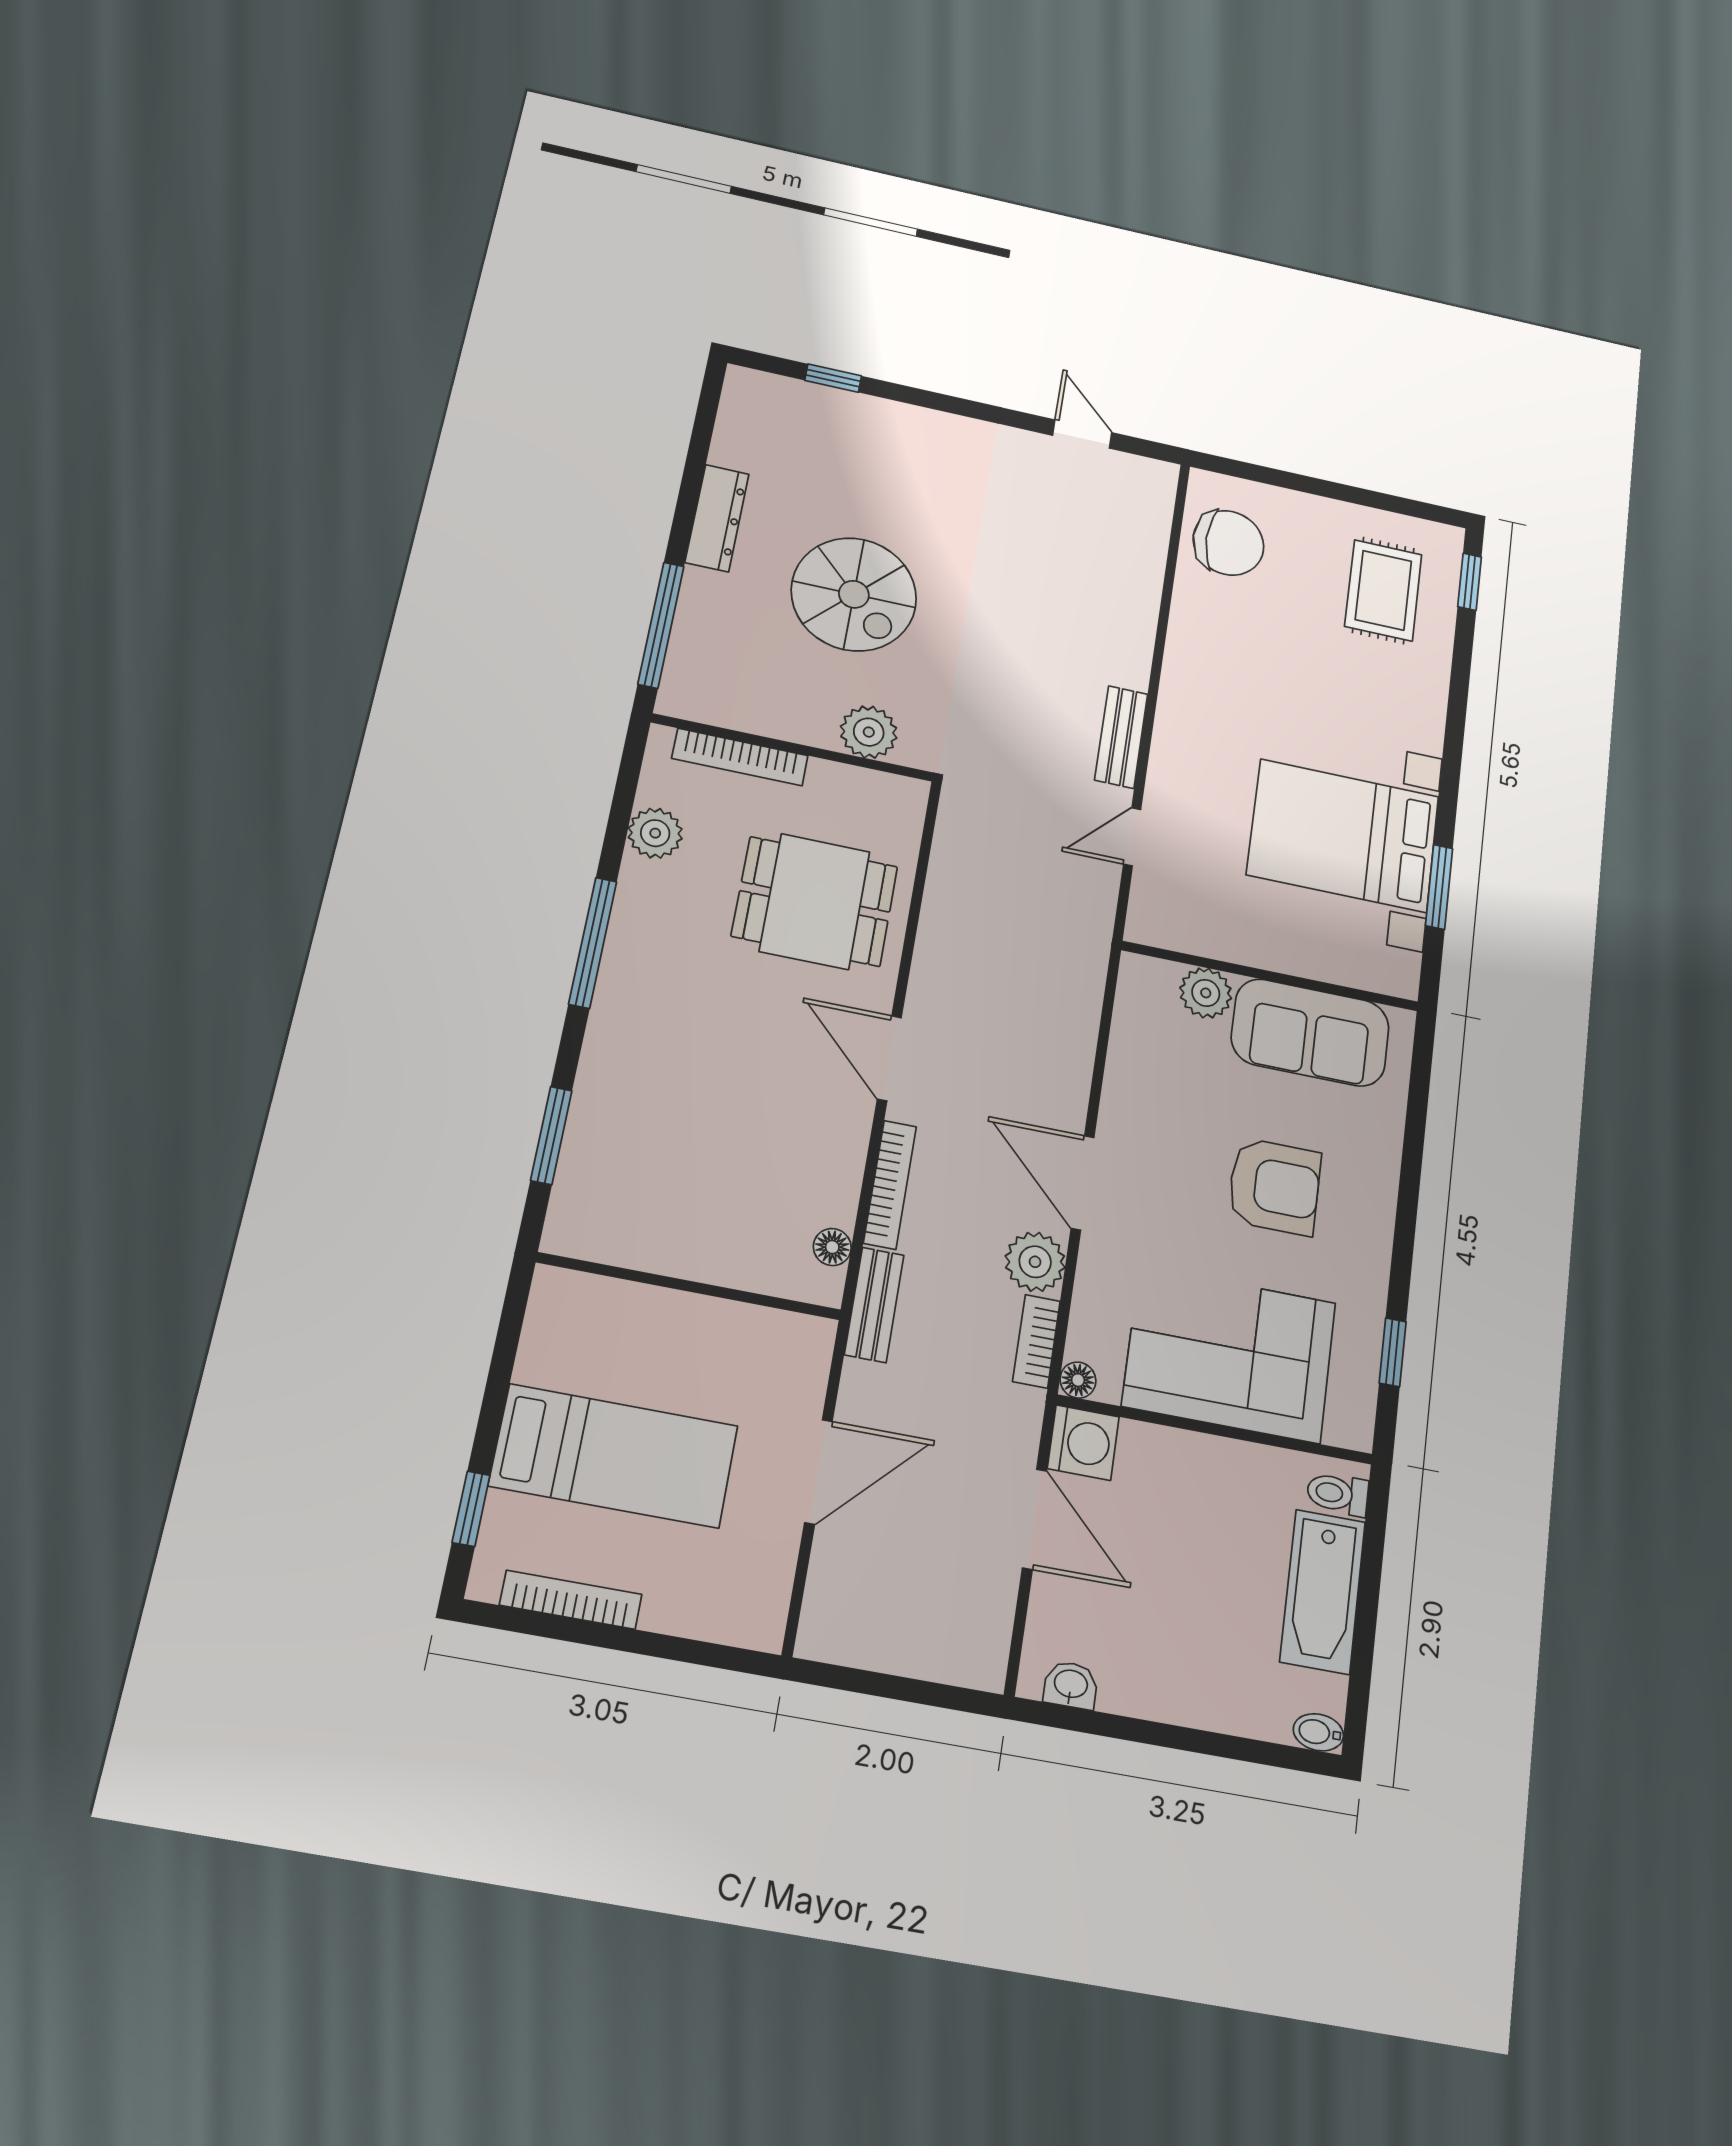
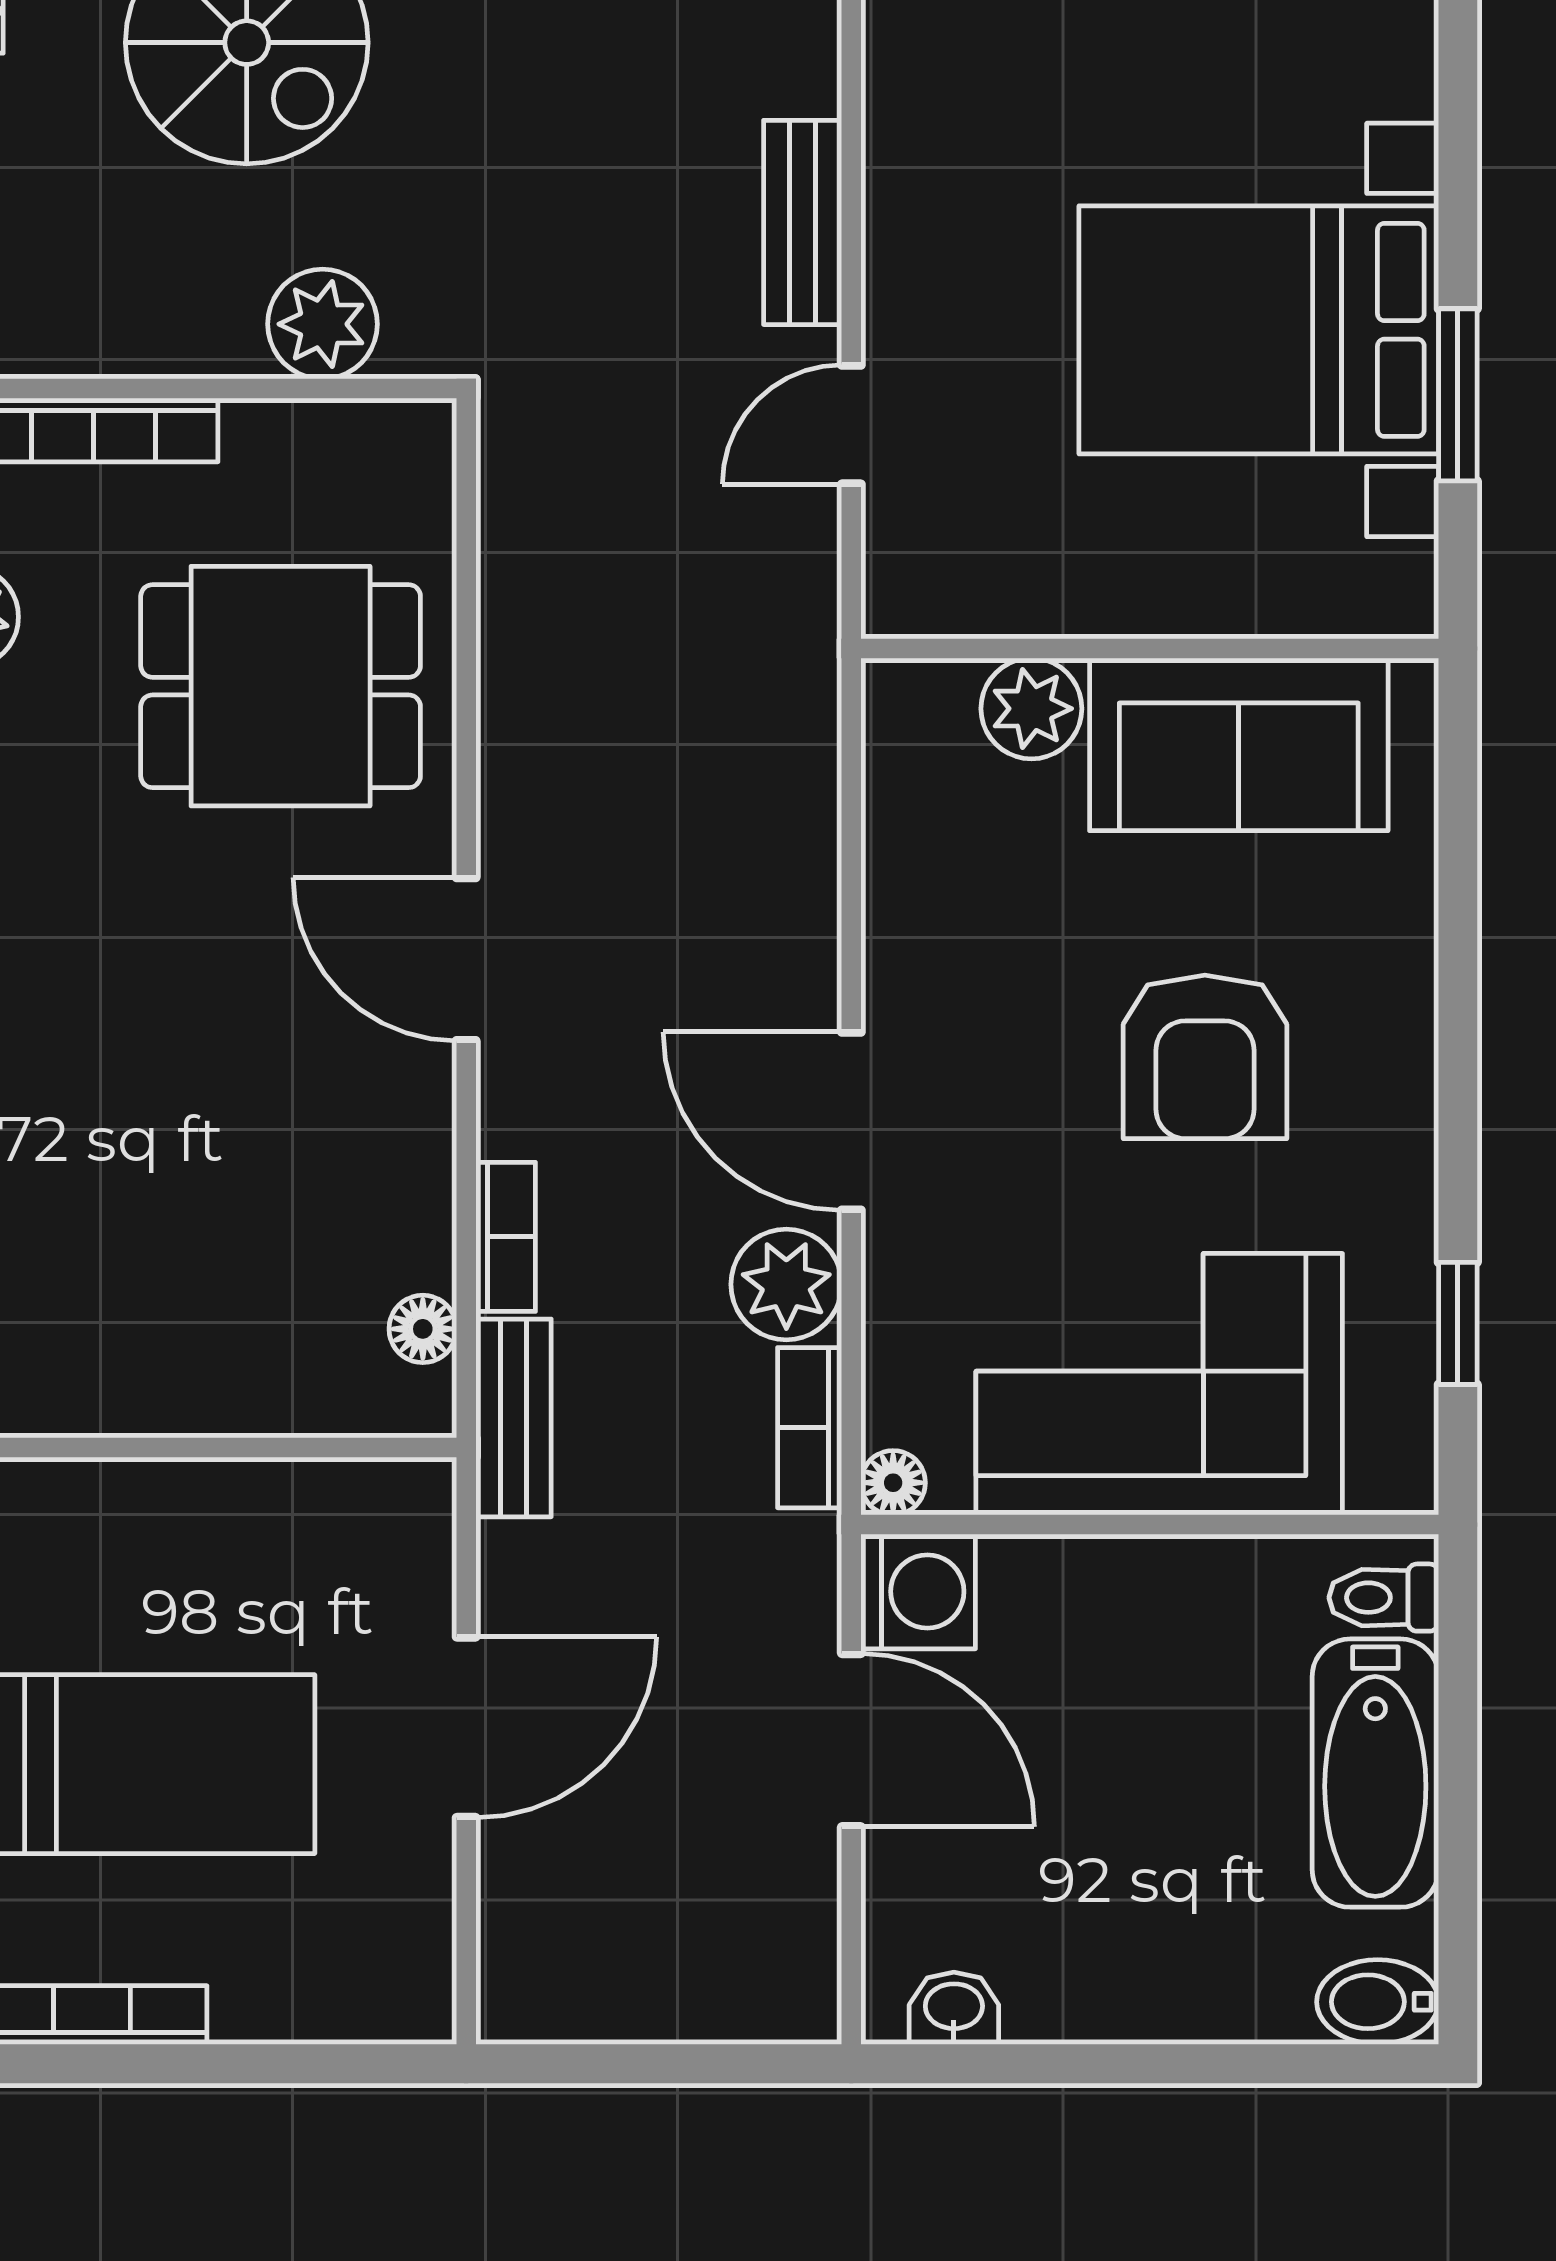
bookcase: (890, 1185) -> (506, 1237), width x0.64
armchair: (1274, 1186) -> (1205, 1057), turned 90
bidet: (1318, 1732) -> (1378, 2002), width x1.38, depth x1.36

